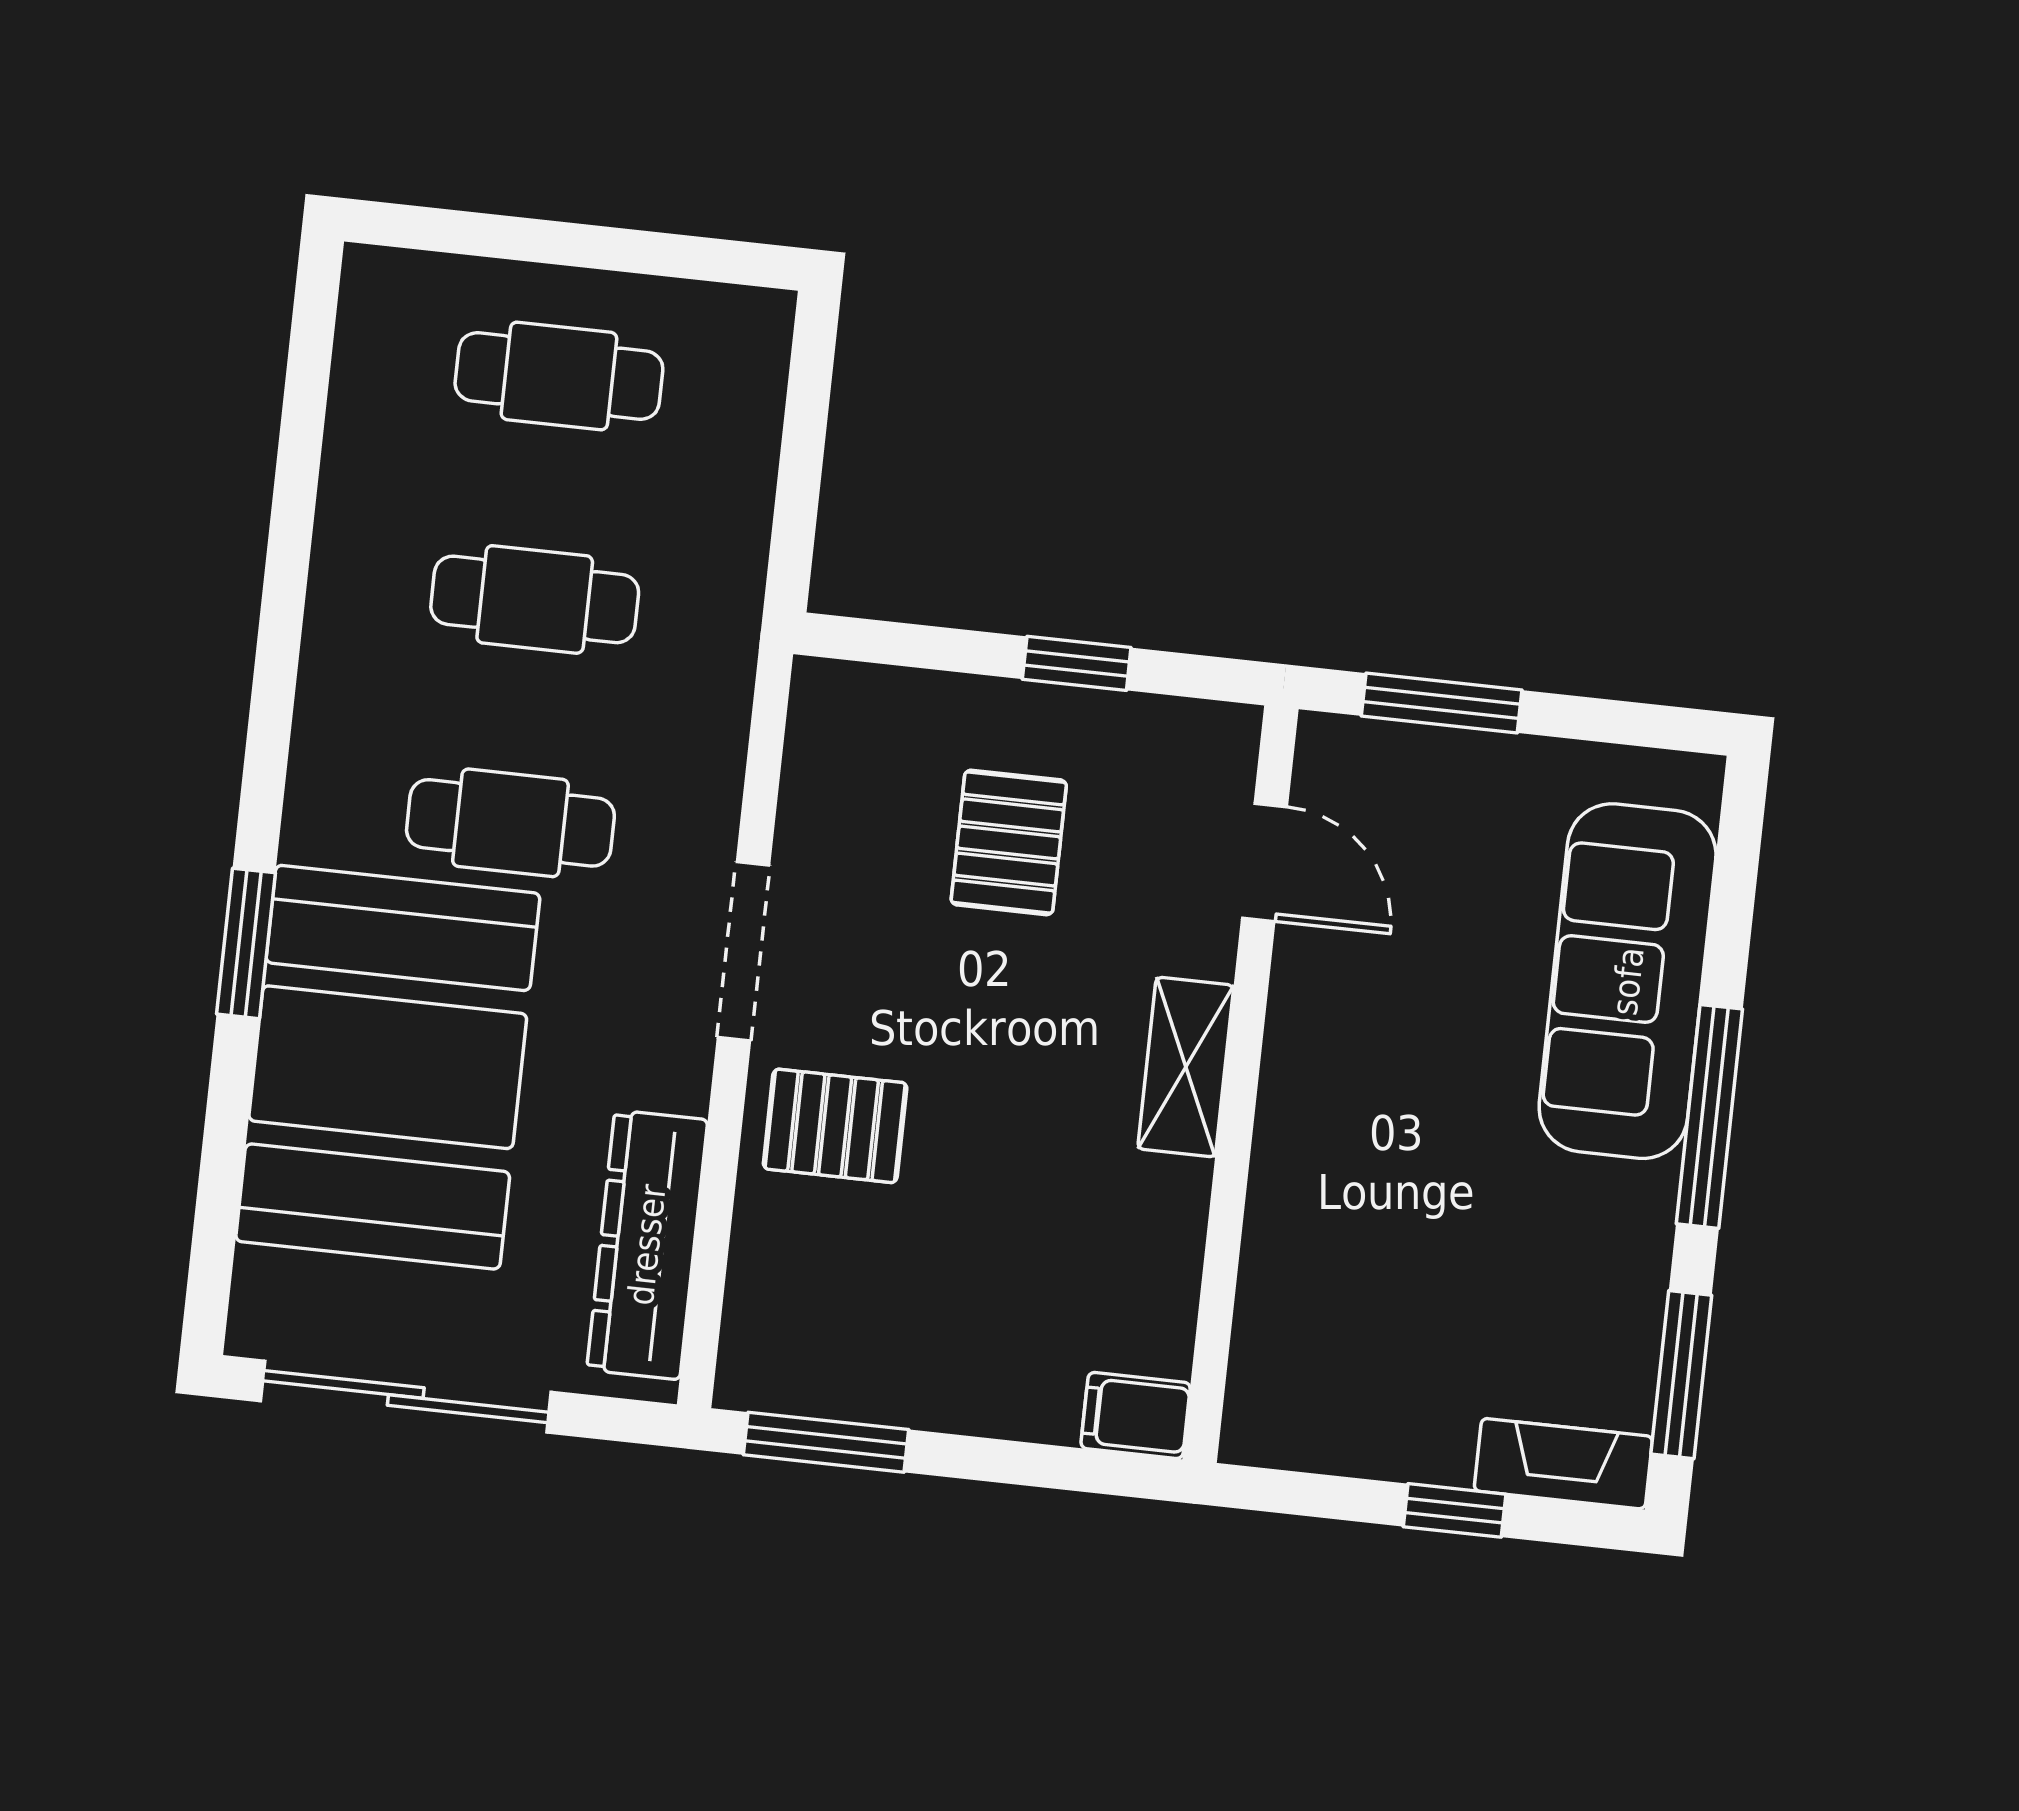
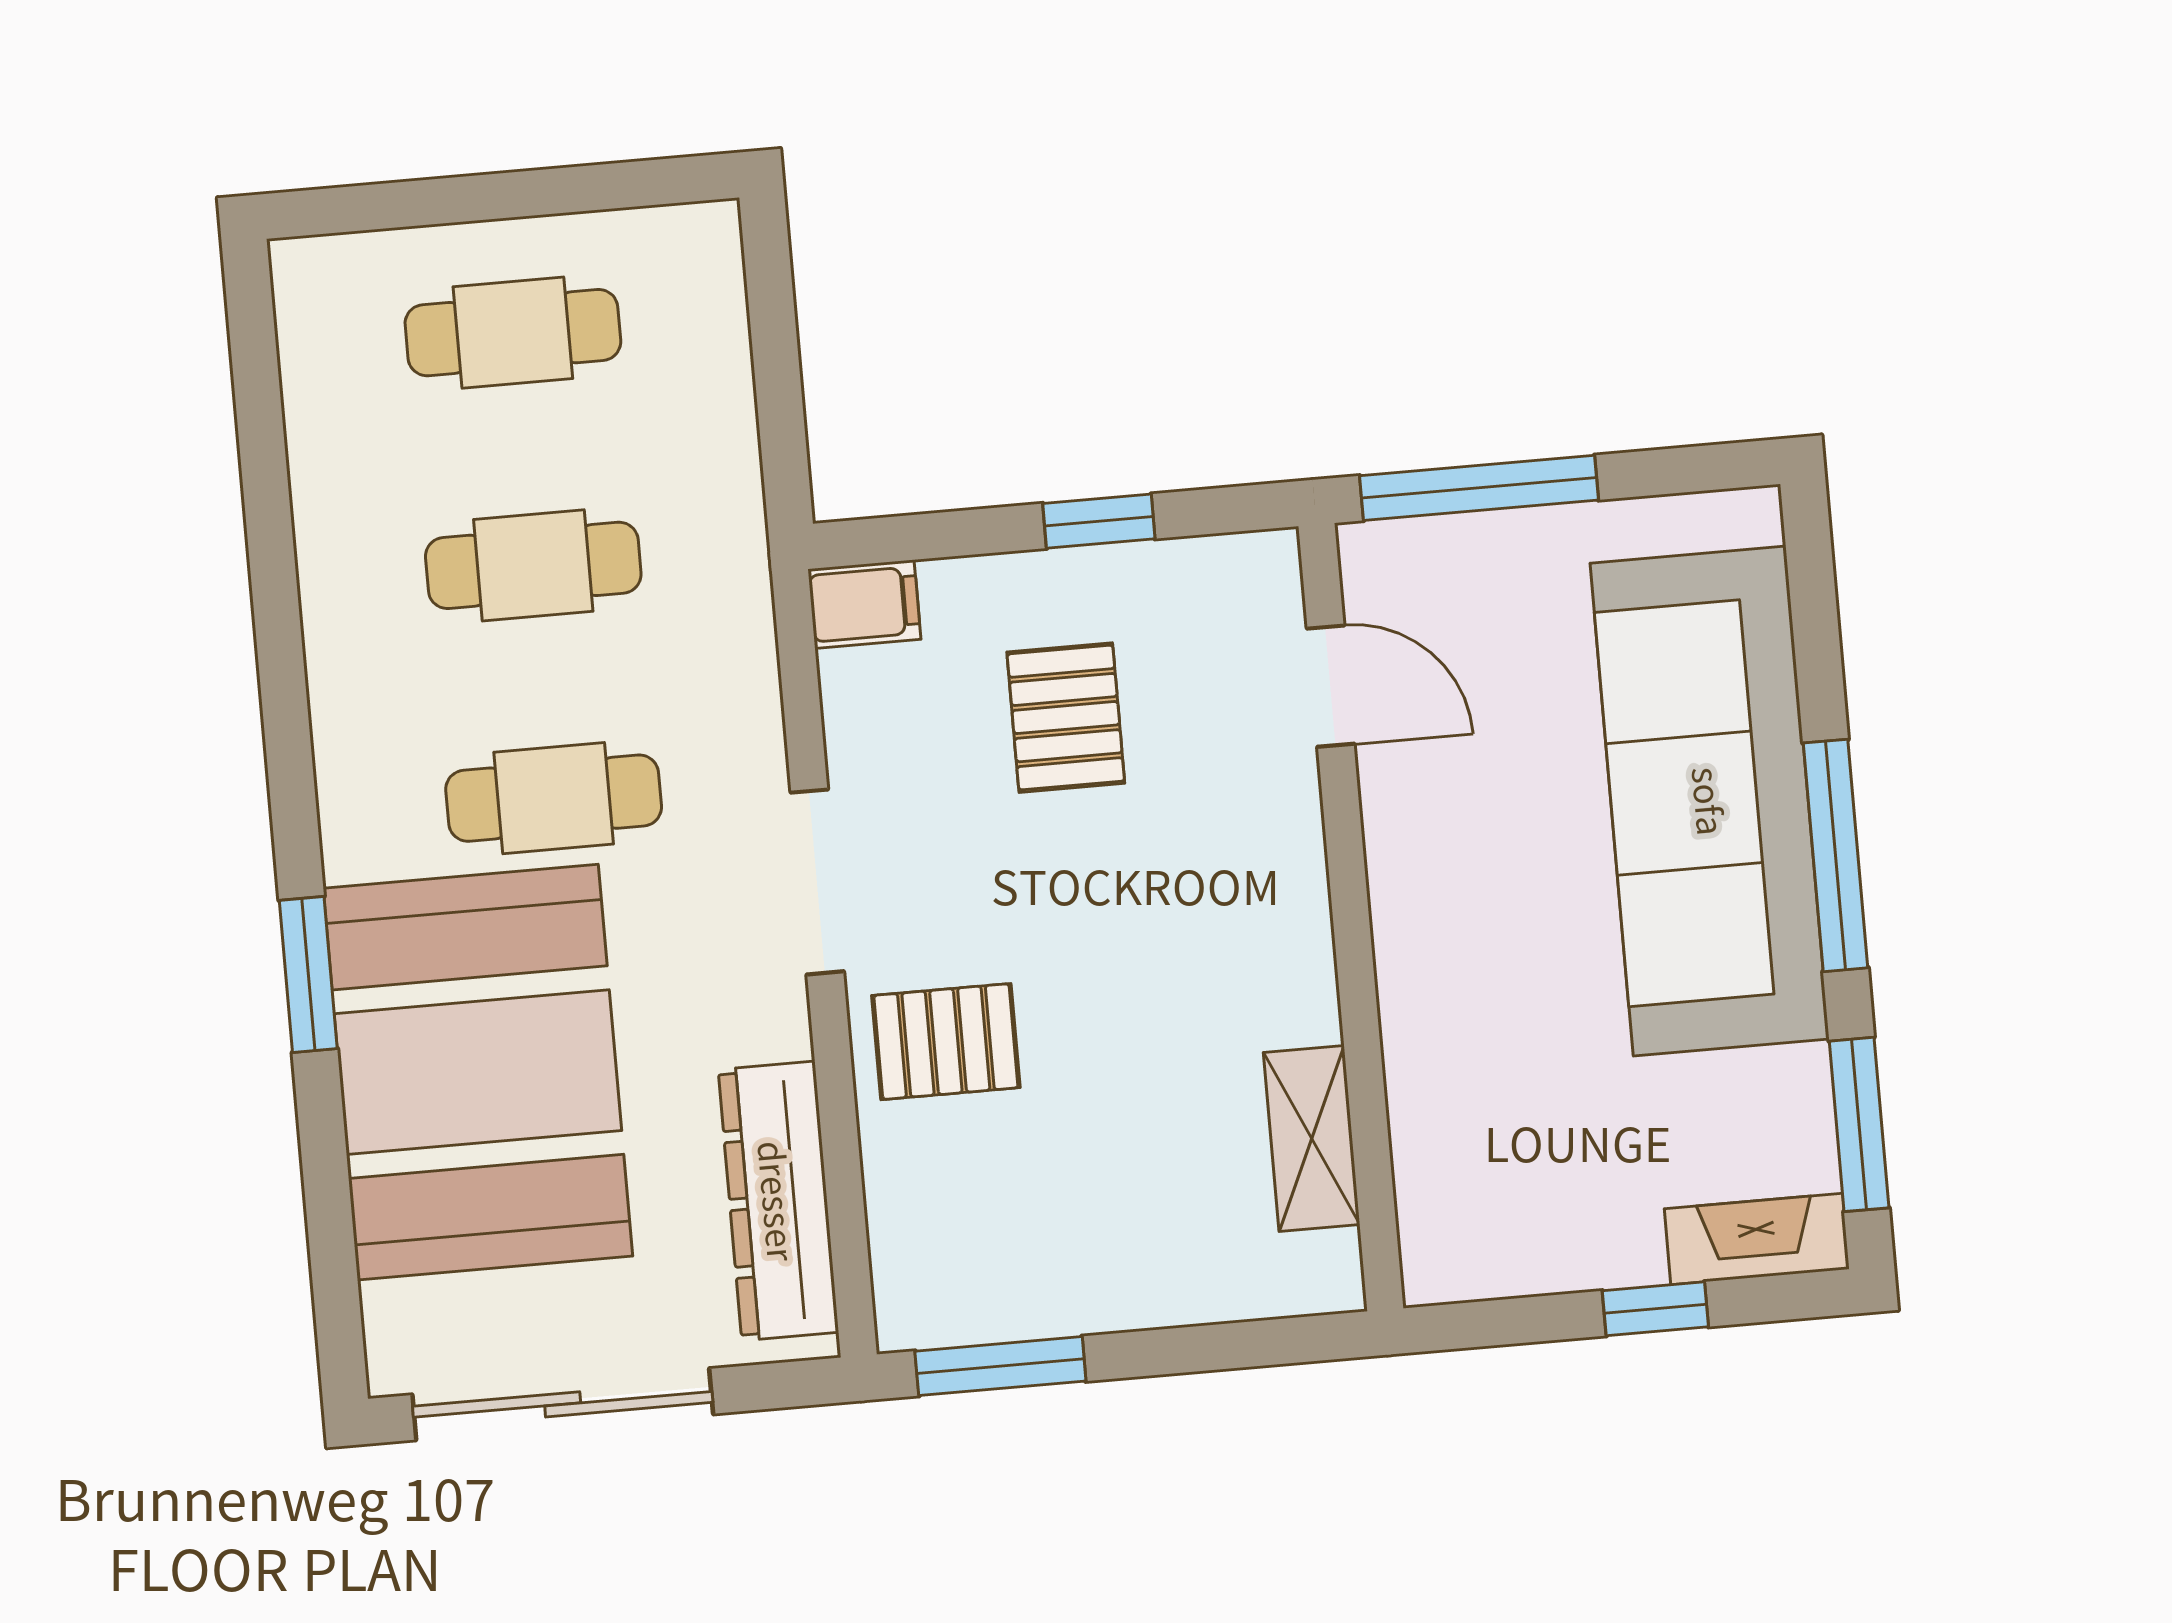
window: (1442, 703) -> (1479, 488), width x1.44
sofa: (1628, 981) -> (1710, 801), width x1.36, depth x1.27
shelving: (1186, 1067) -> (1312, 1139), moved
filing cabinet: (1136, 1415) -> (864, 604), moved, turned 180

